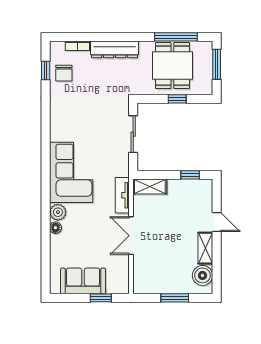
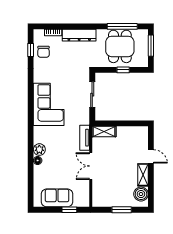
corner sofa: (71, 172) -> (49, 104), moved
window: (190, 175) -> (132, 123), removed

